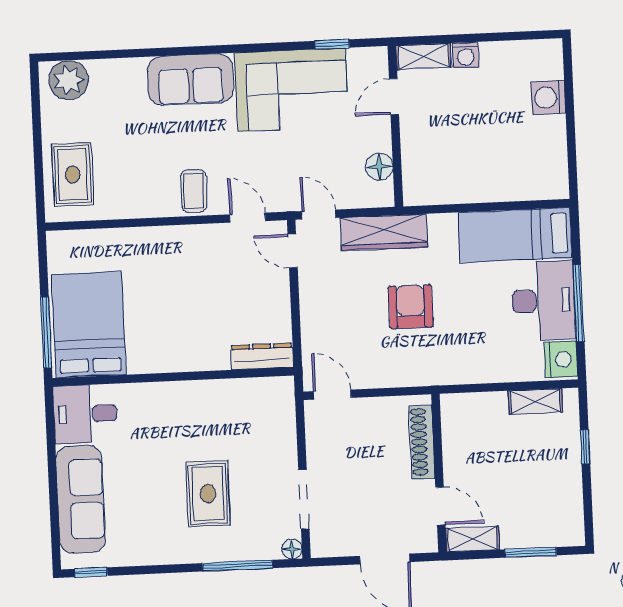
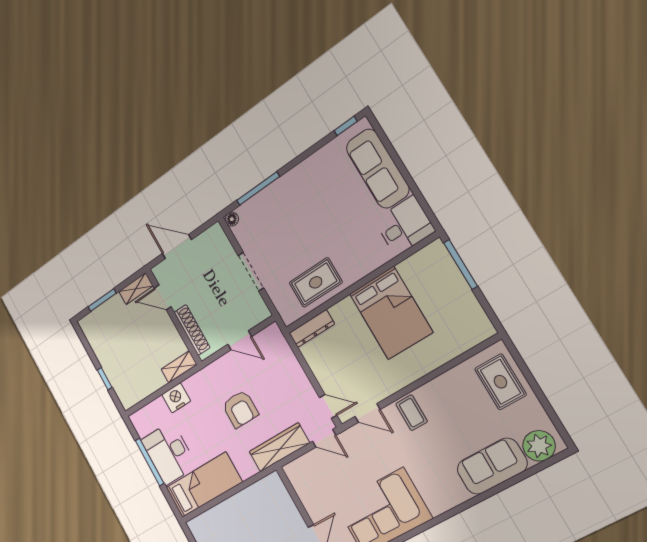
sofa: (191, 80) -> (492, 466), moved
floor lamp: (379, 167) -> (303, 488), removed
bed: (89, 325) -> (391, 313), moved
nightstand: (561, 359) -> (176, 398), moved, turned 90
door: (332, 395) -> (240, 340), moved
shelving: (535, 402) -> (179, 367), moved
rug: (208, 494) -> (316, 282), moved, turned 90
doorway: (304, 499) -> (251, 272), moved

